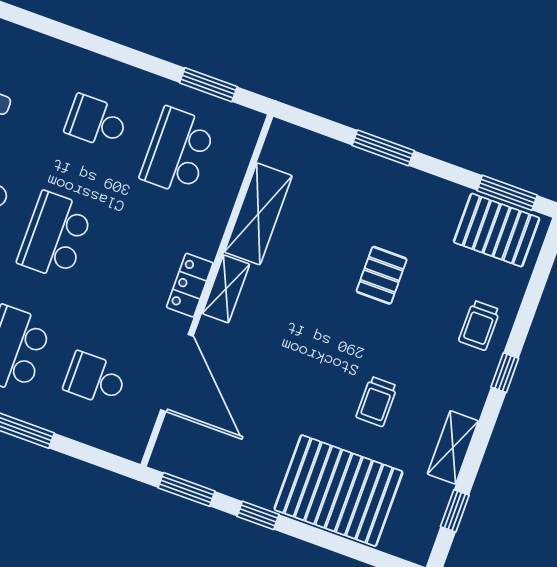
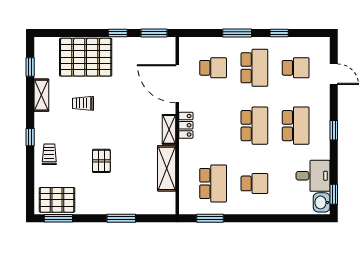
trolley: (377, 401) -> (83, 103), turned -90

